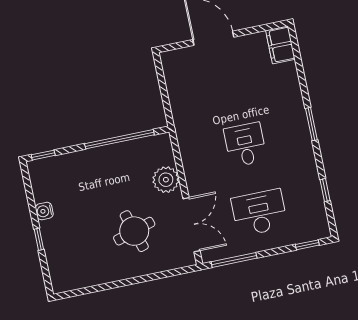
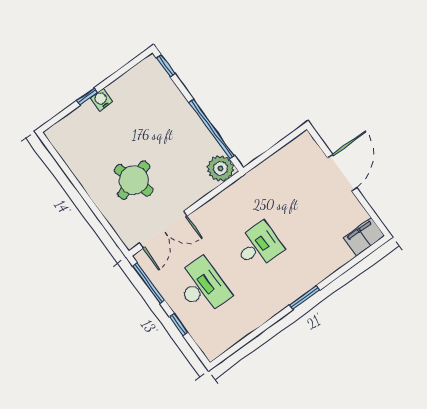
plant: (166, 180) -> (221, 168), moved
window: (325, 190) -> (250, 337), removed
water cooler: (44, 211) -> (101, 100), moved
window: (307, 245) -> (179, 325), moved

